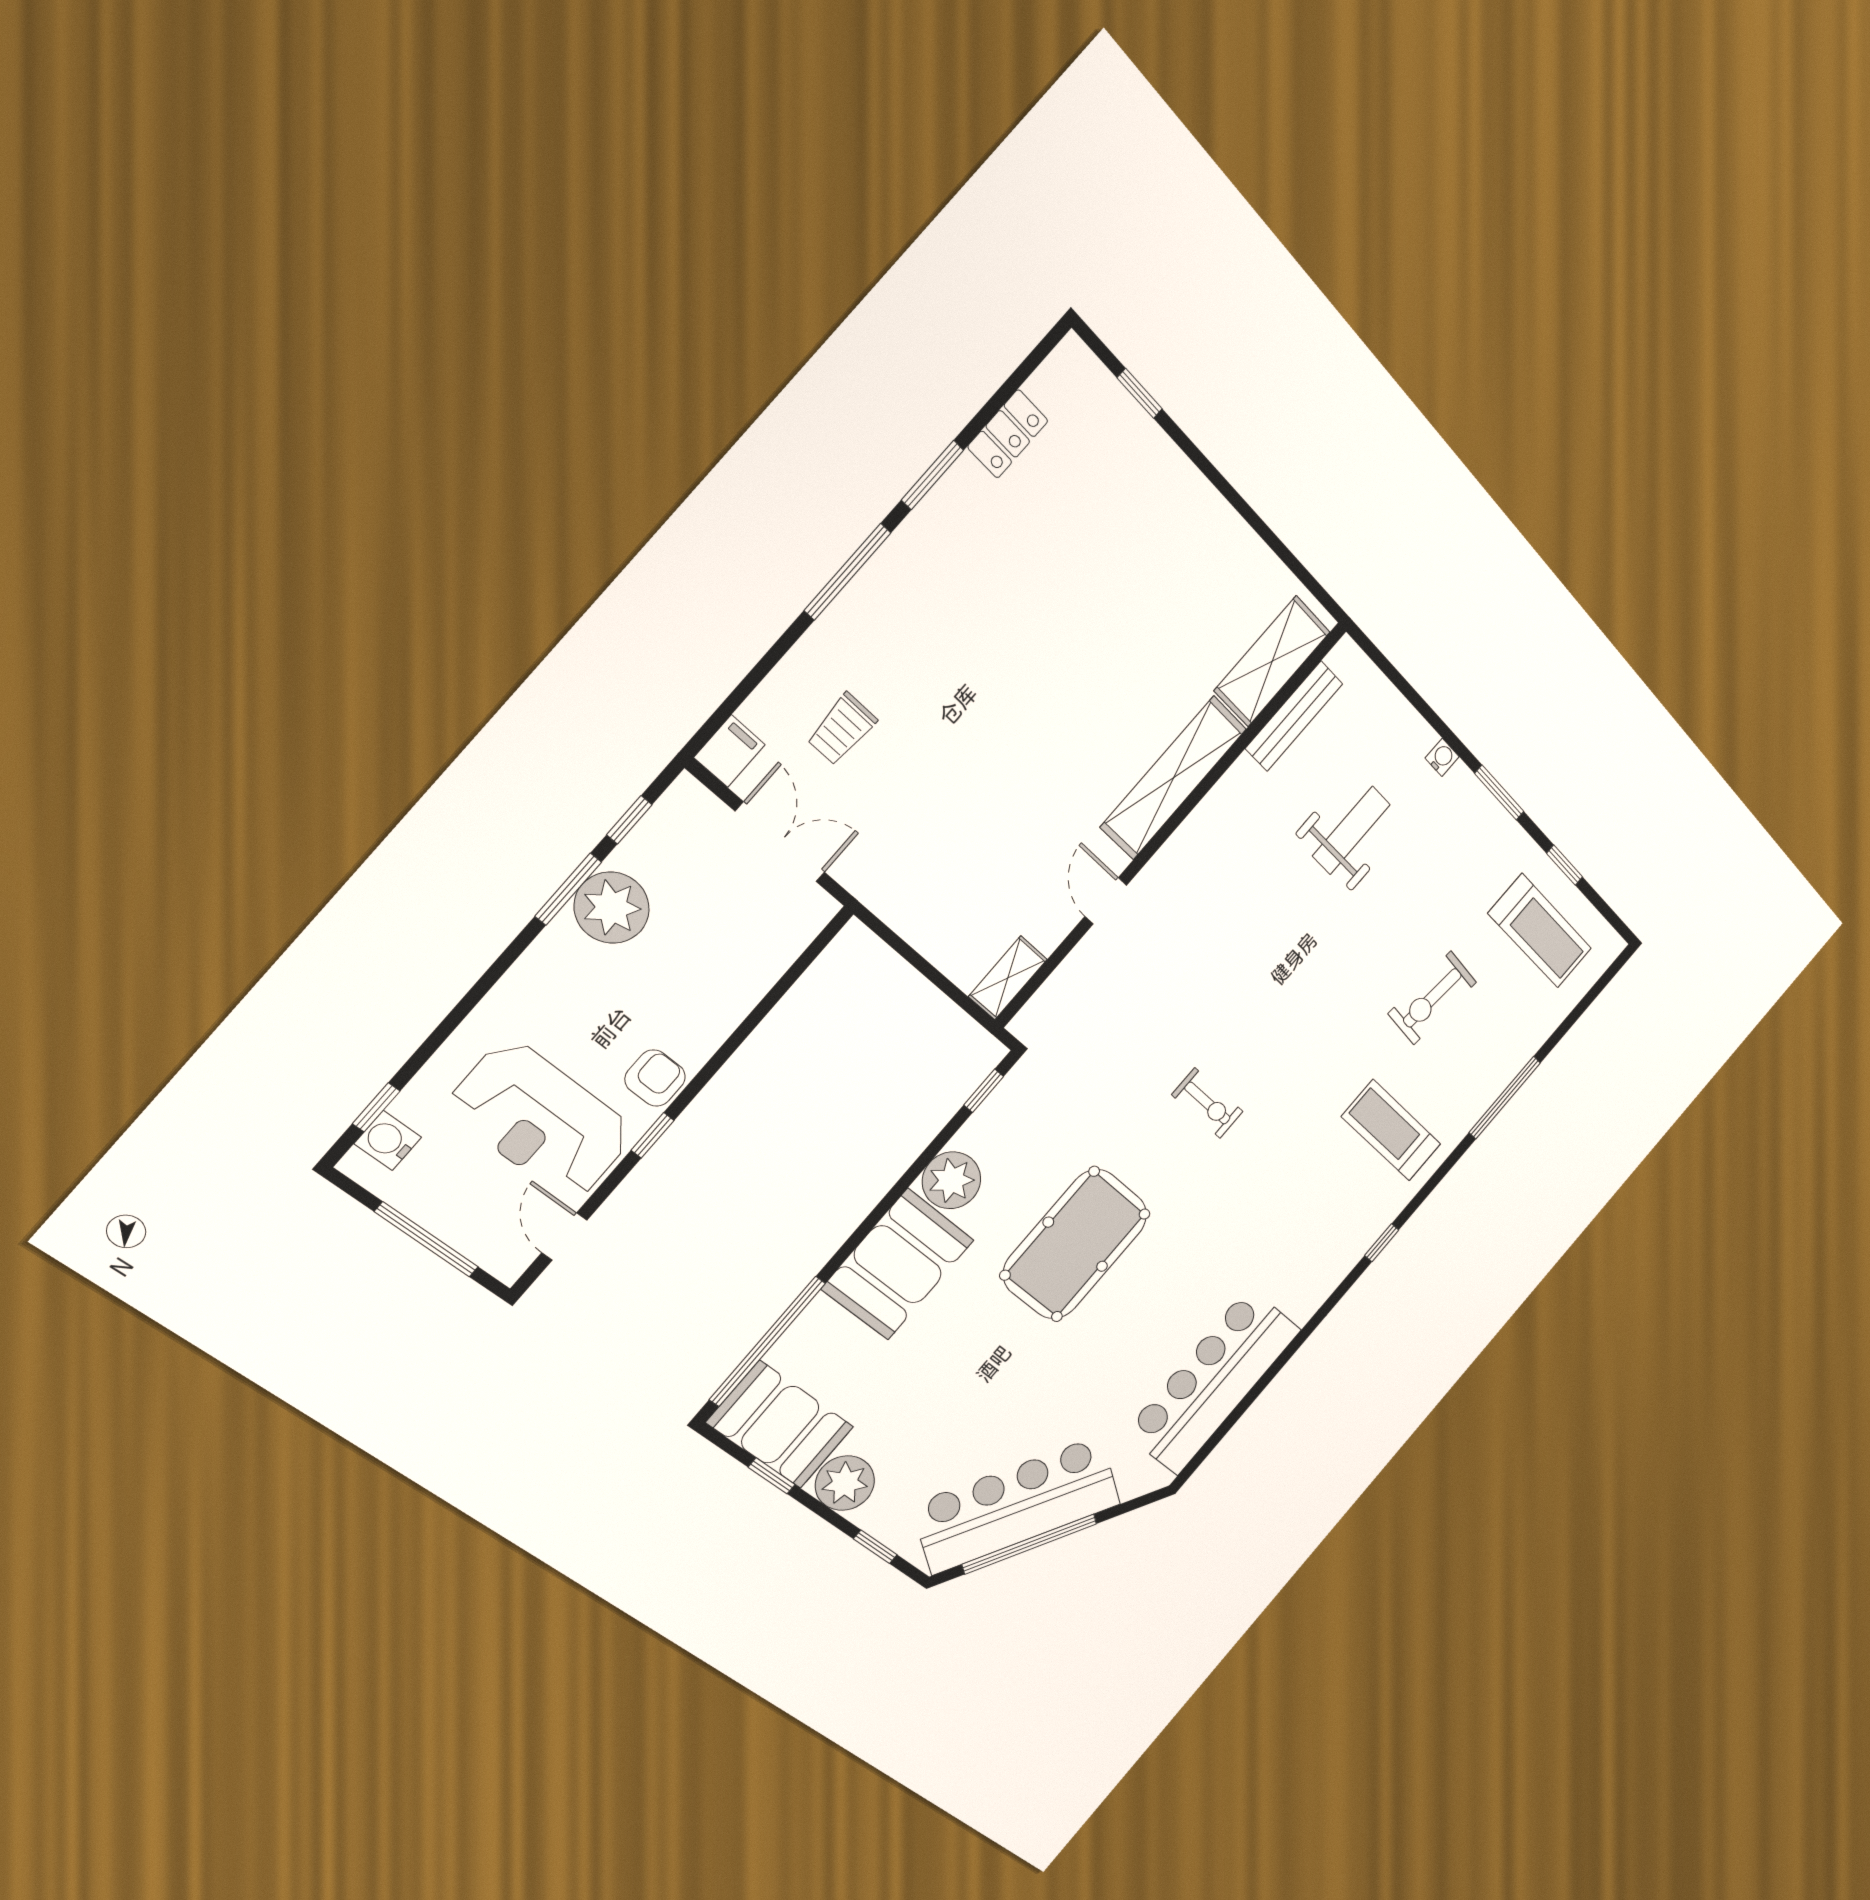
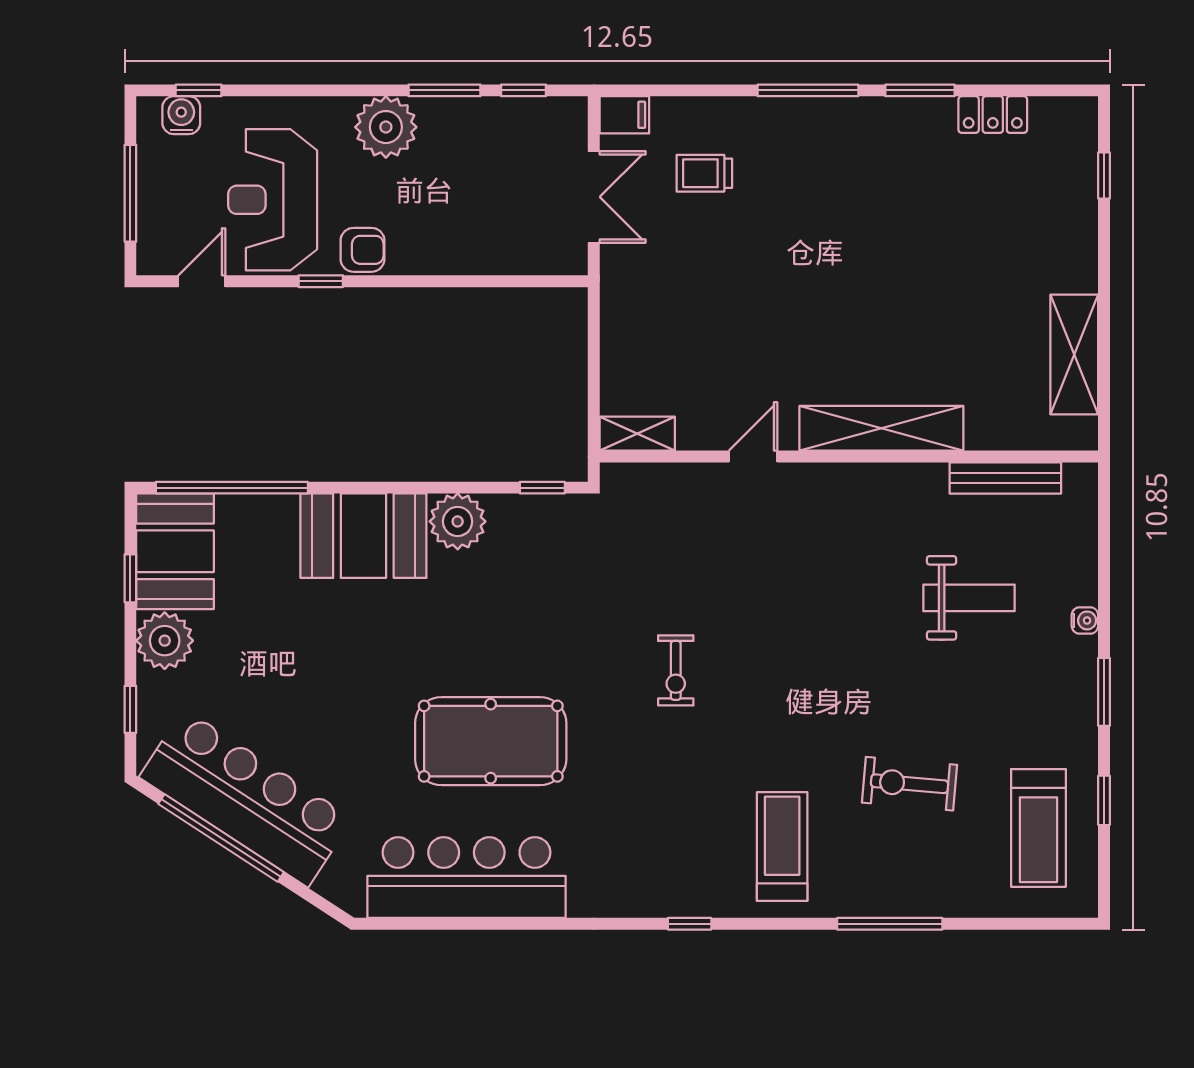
shelving: (1272, 661) -> (1074, 354), moved, turned 90
plant: (612, 908) -> (386, 127), moved
pool table: (1075, 1244) -> (491, 741), moved

